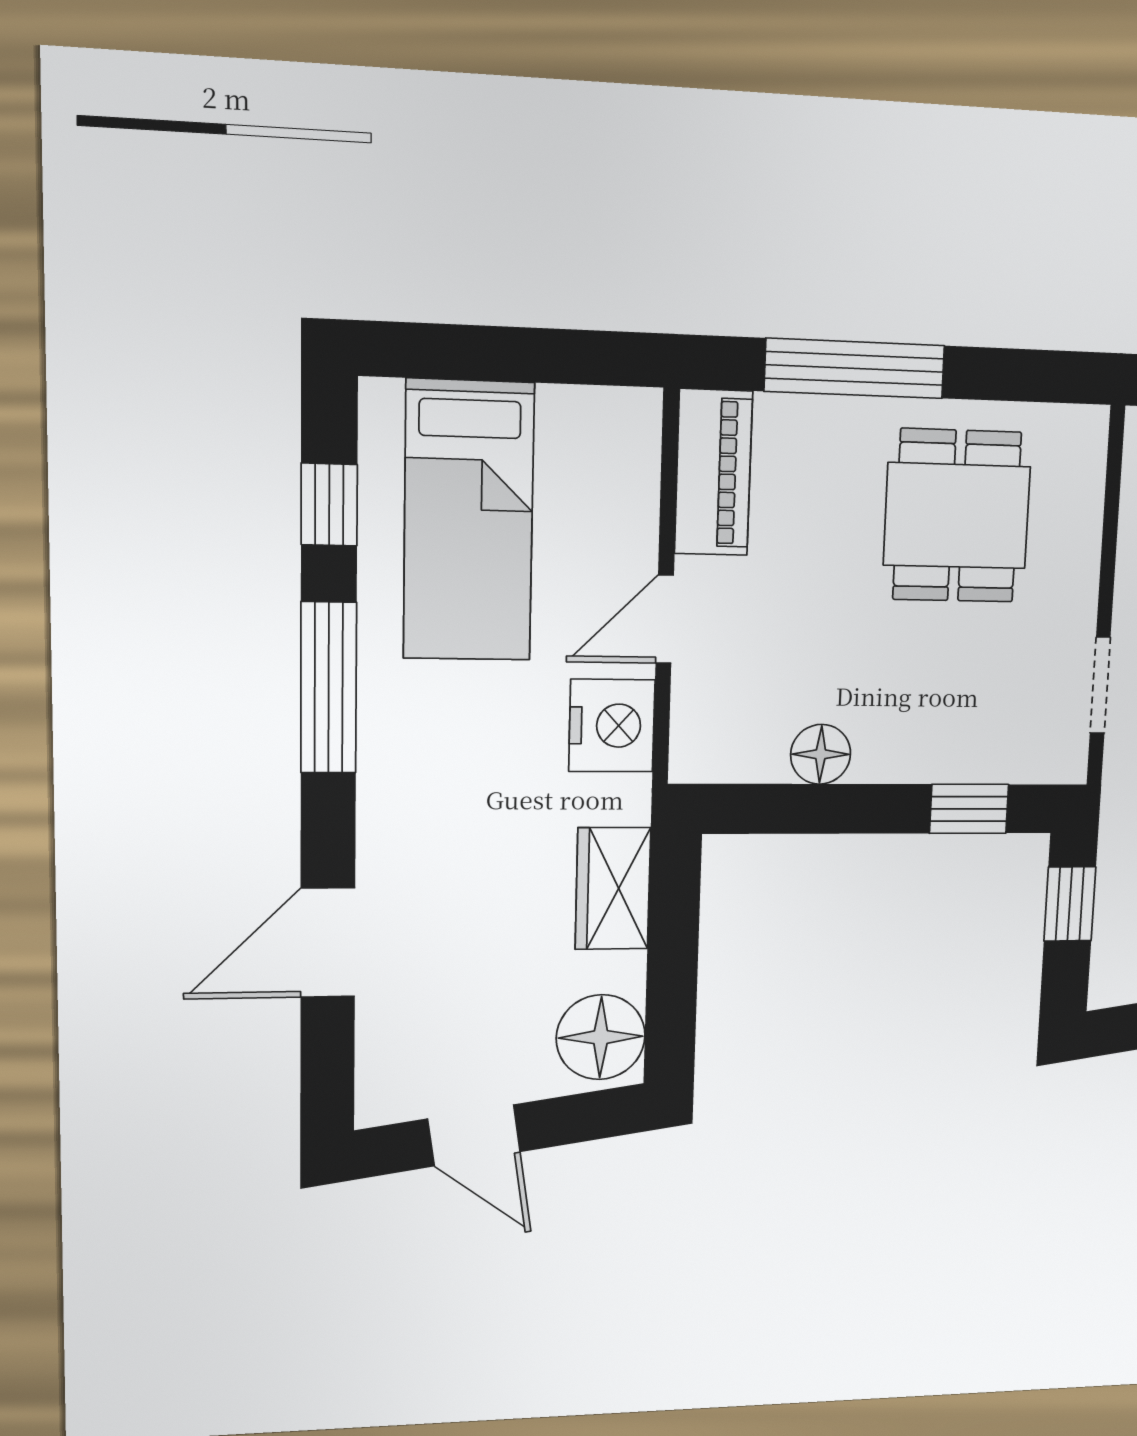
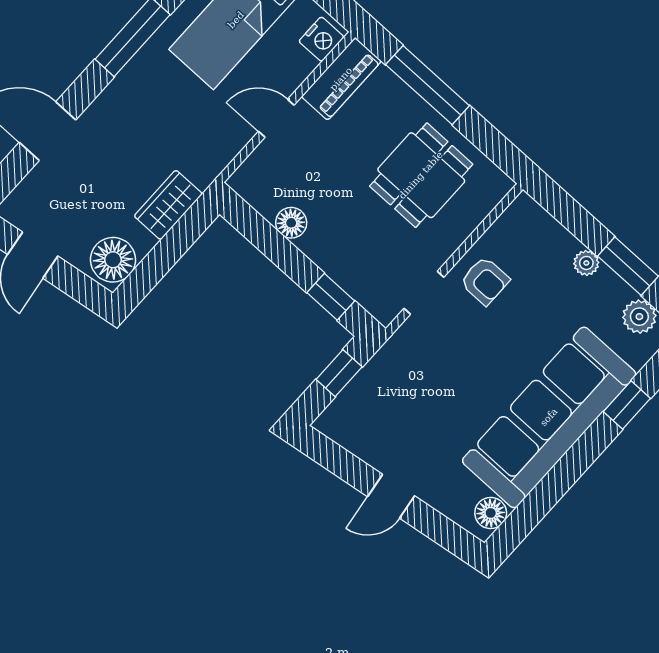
nightstand: (612, 726) -> (321, 39), moved, width x0.74, depth x0.75

